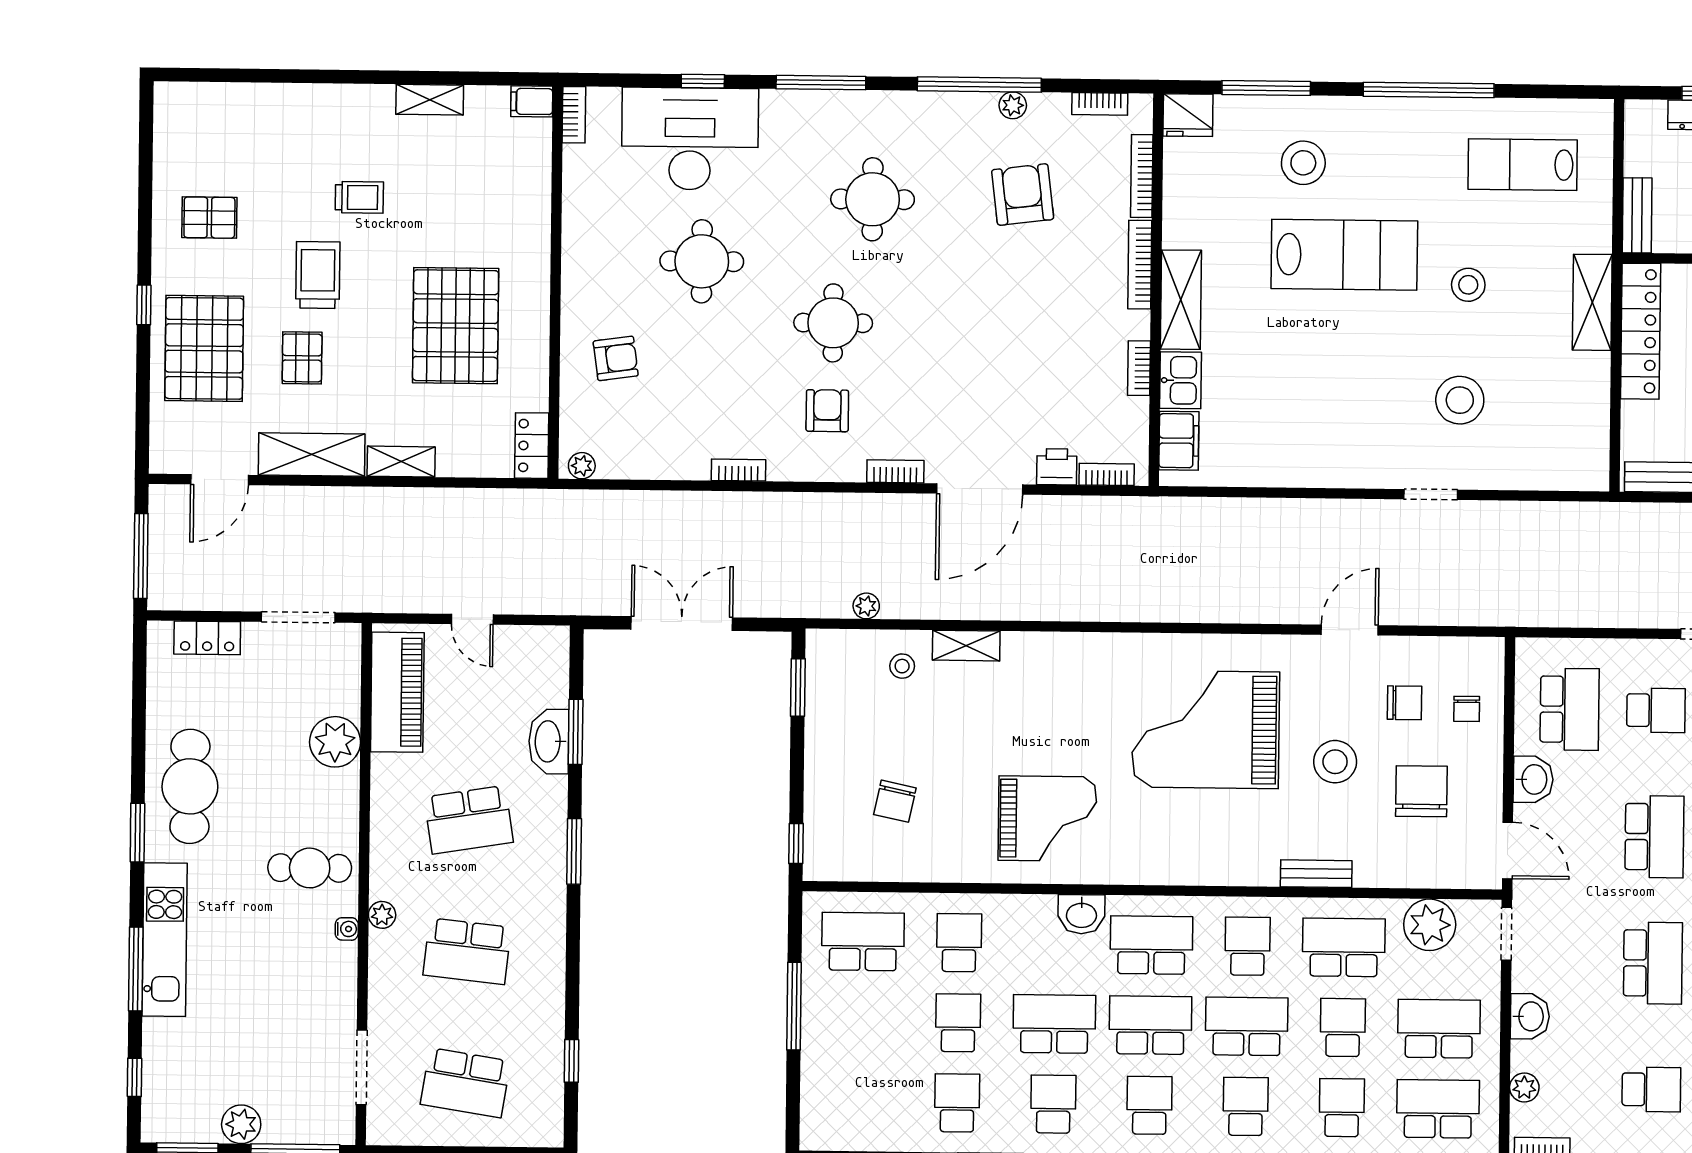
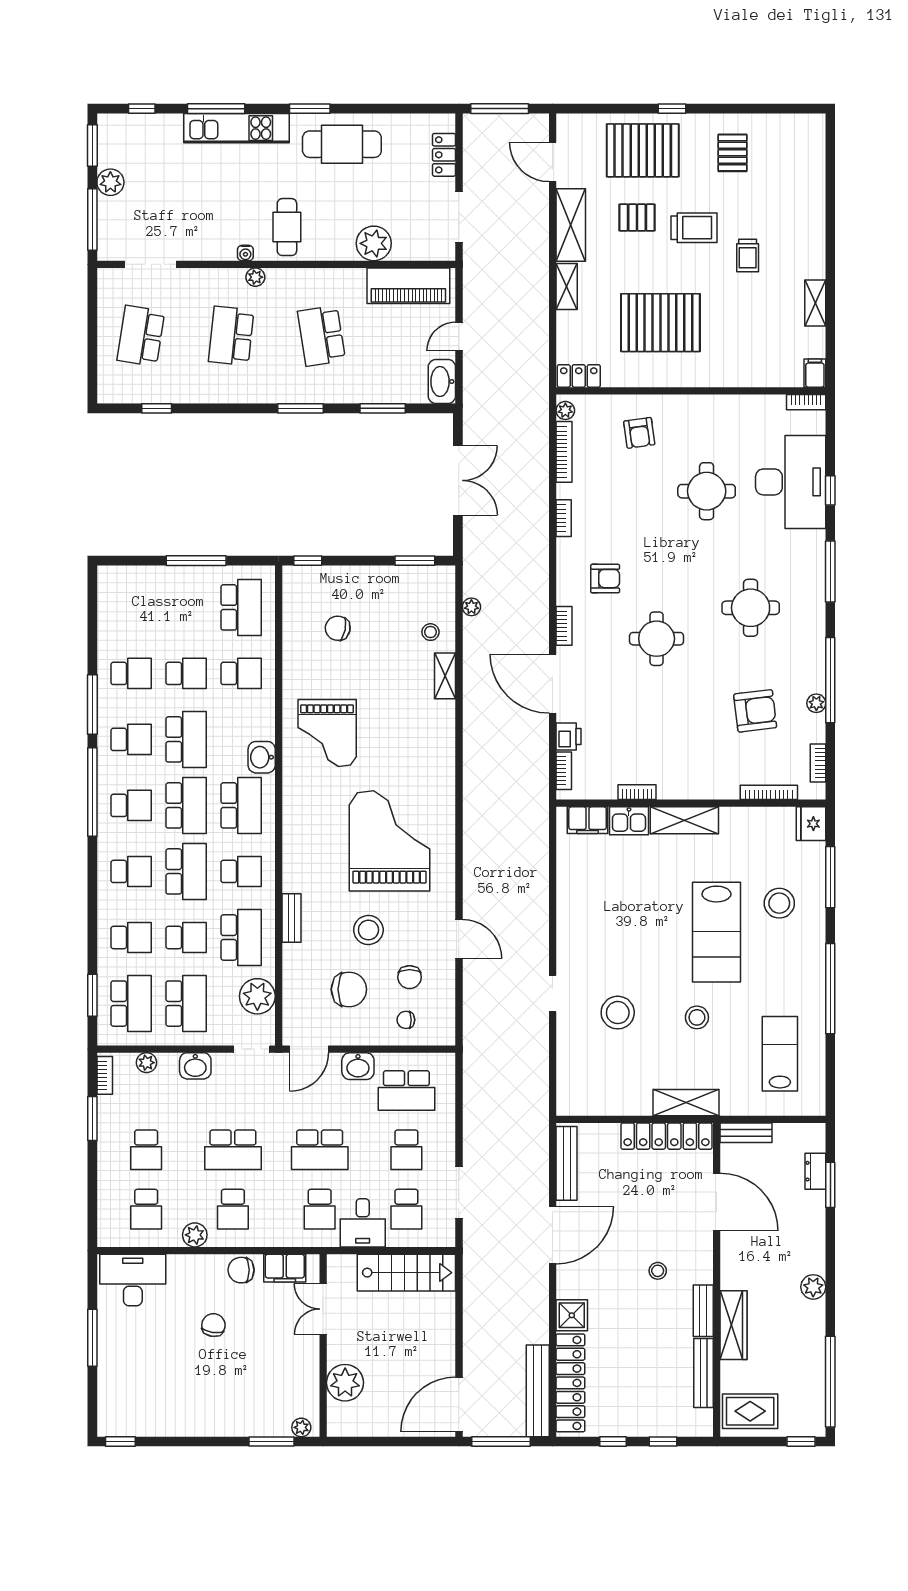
bookcase: (1140, 265) -> (564, 452), moved, turned 90
round table: (833, 323) -> (657, 639), moved
washbasin: (549, 741) -> (442, 382), moved, turned -90

